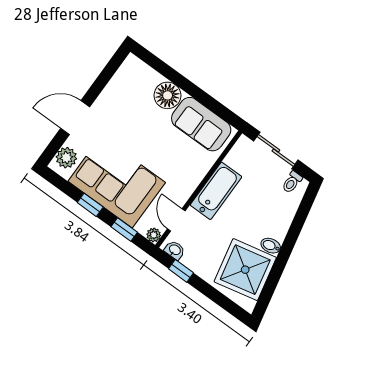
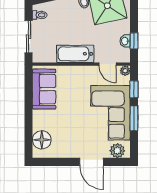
floor lamp: (168, 95) -> (42, 140), moved
window: (90, 205) -> (134, 118), width x1.50
door: (176, 220) -> (108, 64), hinge flipped
washbasin: (175, 250) -> (125, 41), moved

